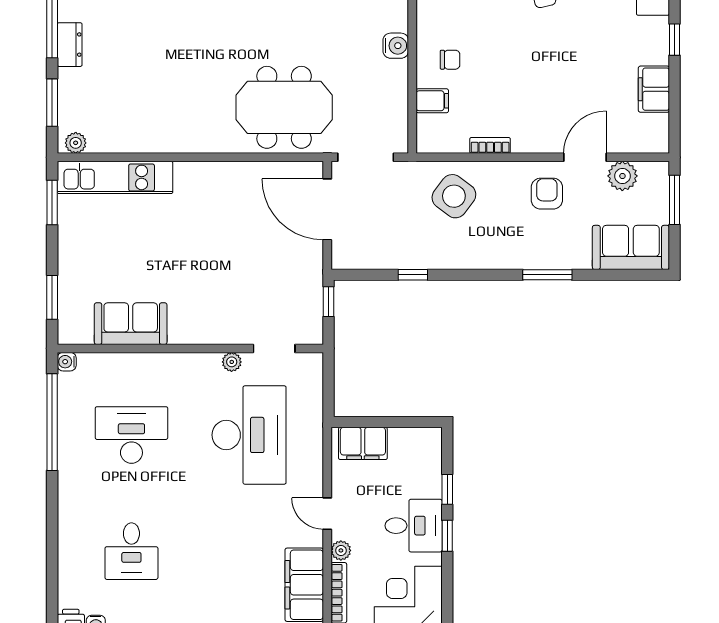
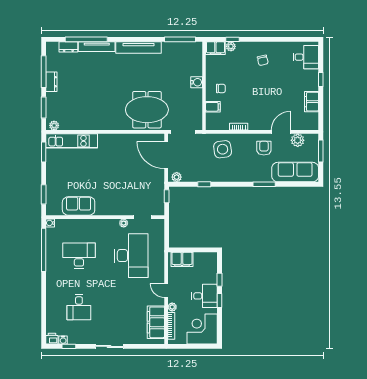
side table: (454, 196) -> (223, 149), turned 45
sofa: (631, 247) -> (295, 172), width x1.36
plant: (351, 259) -> (177, 177), added

